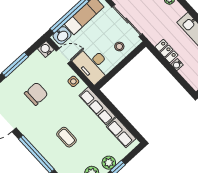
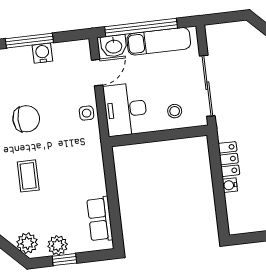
water cooler: (46, 49) -> (42, 53), moved
door: (63, 56) -> (97, 73), hinge flipped
chair: (36, 94) -> (26, 119), moved
row of seats: (97, 106) -> (94, 165), removed

